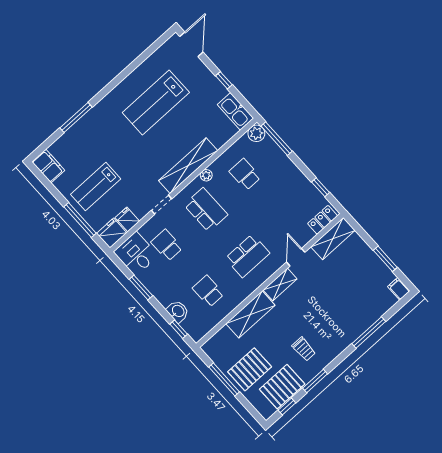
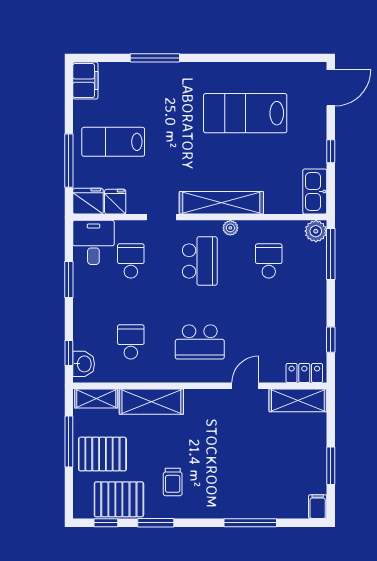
shelving: (280, 284) -> (96, 398), moved
washbasin: (178, 311) -> (84, 364), moved

